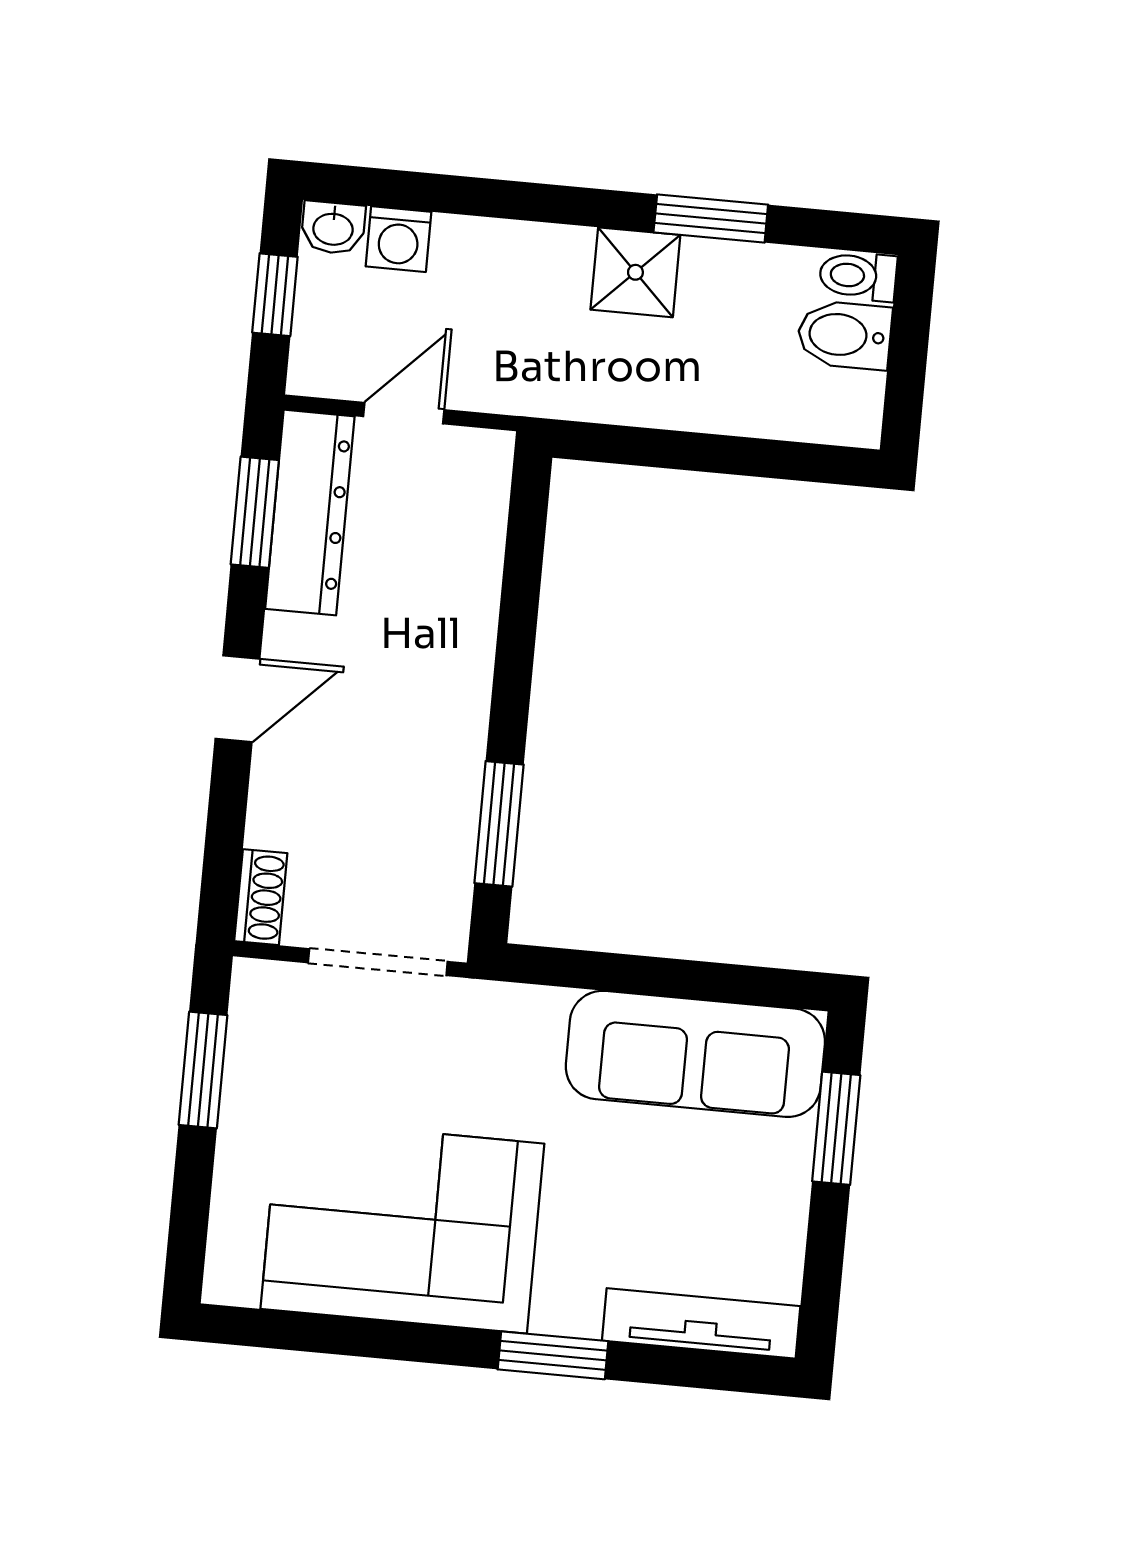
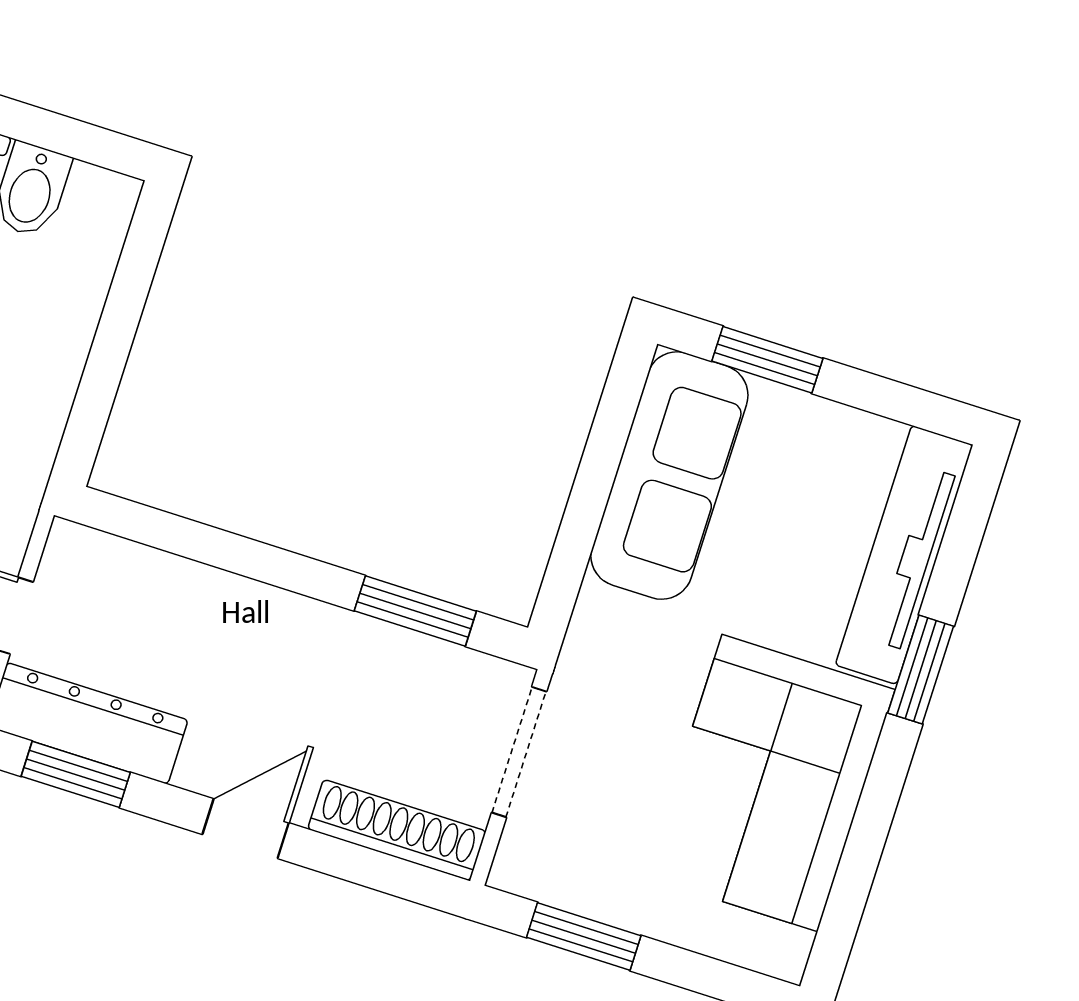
door: (237, 699) -> (246, 829), hinge flipped
shoe rack: (261, 897) -> (397, 830), width x1.94, depth x1.24
tv unit: (701, 1323) -> (904, 555), width x1.36, depth x1.29

